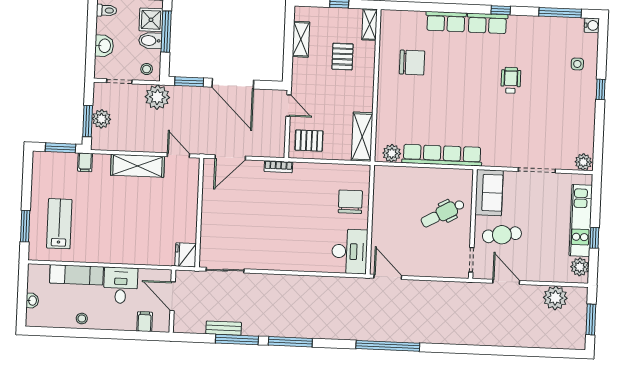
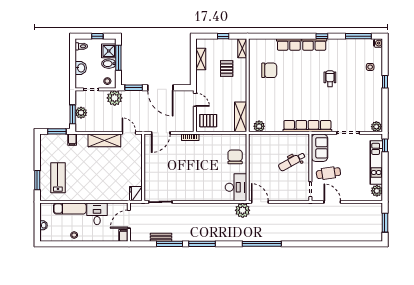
row of seats: (442, 155) -> (307, 126), moved
window: (594, 238) -> (385, 145), moved
door: (173, 296) -> (129, 219), hinge flipped
plant: (555, 298) -> (243, 210), moved
filing cabinet: (145, 322) -> (123, 235), moved

